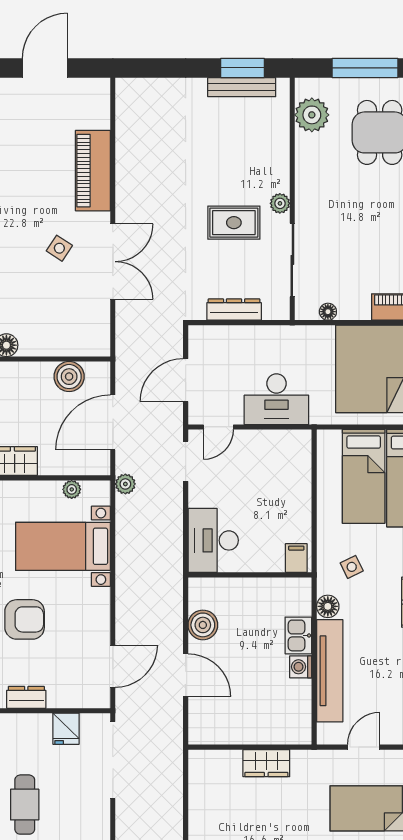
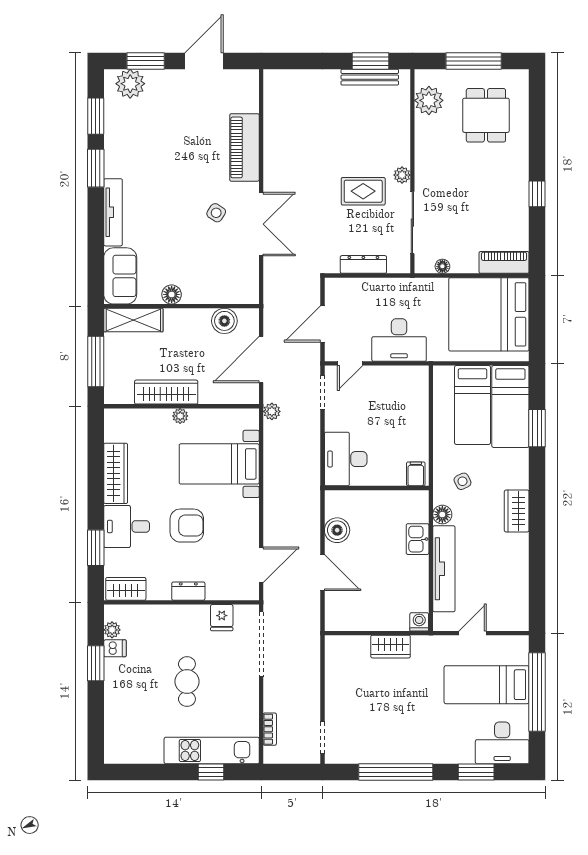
plant: (72, 489) -> (180, 416), moved
washing machine: (301, 667) -> (419, 622), moved, turned 90

